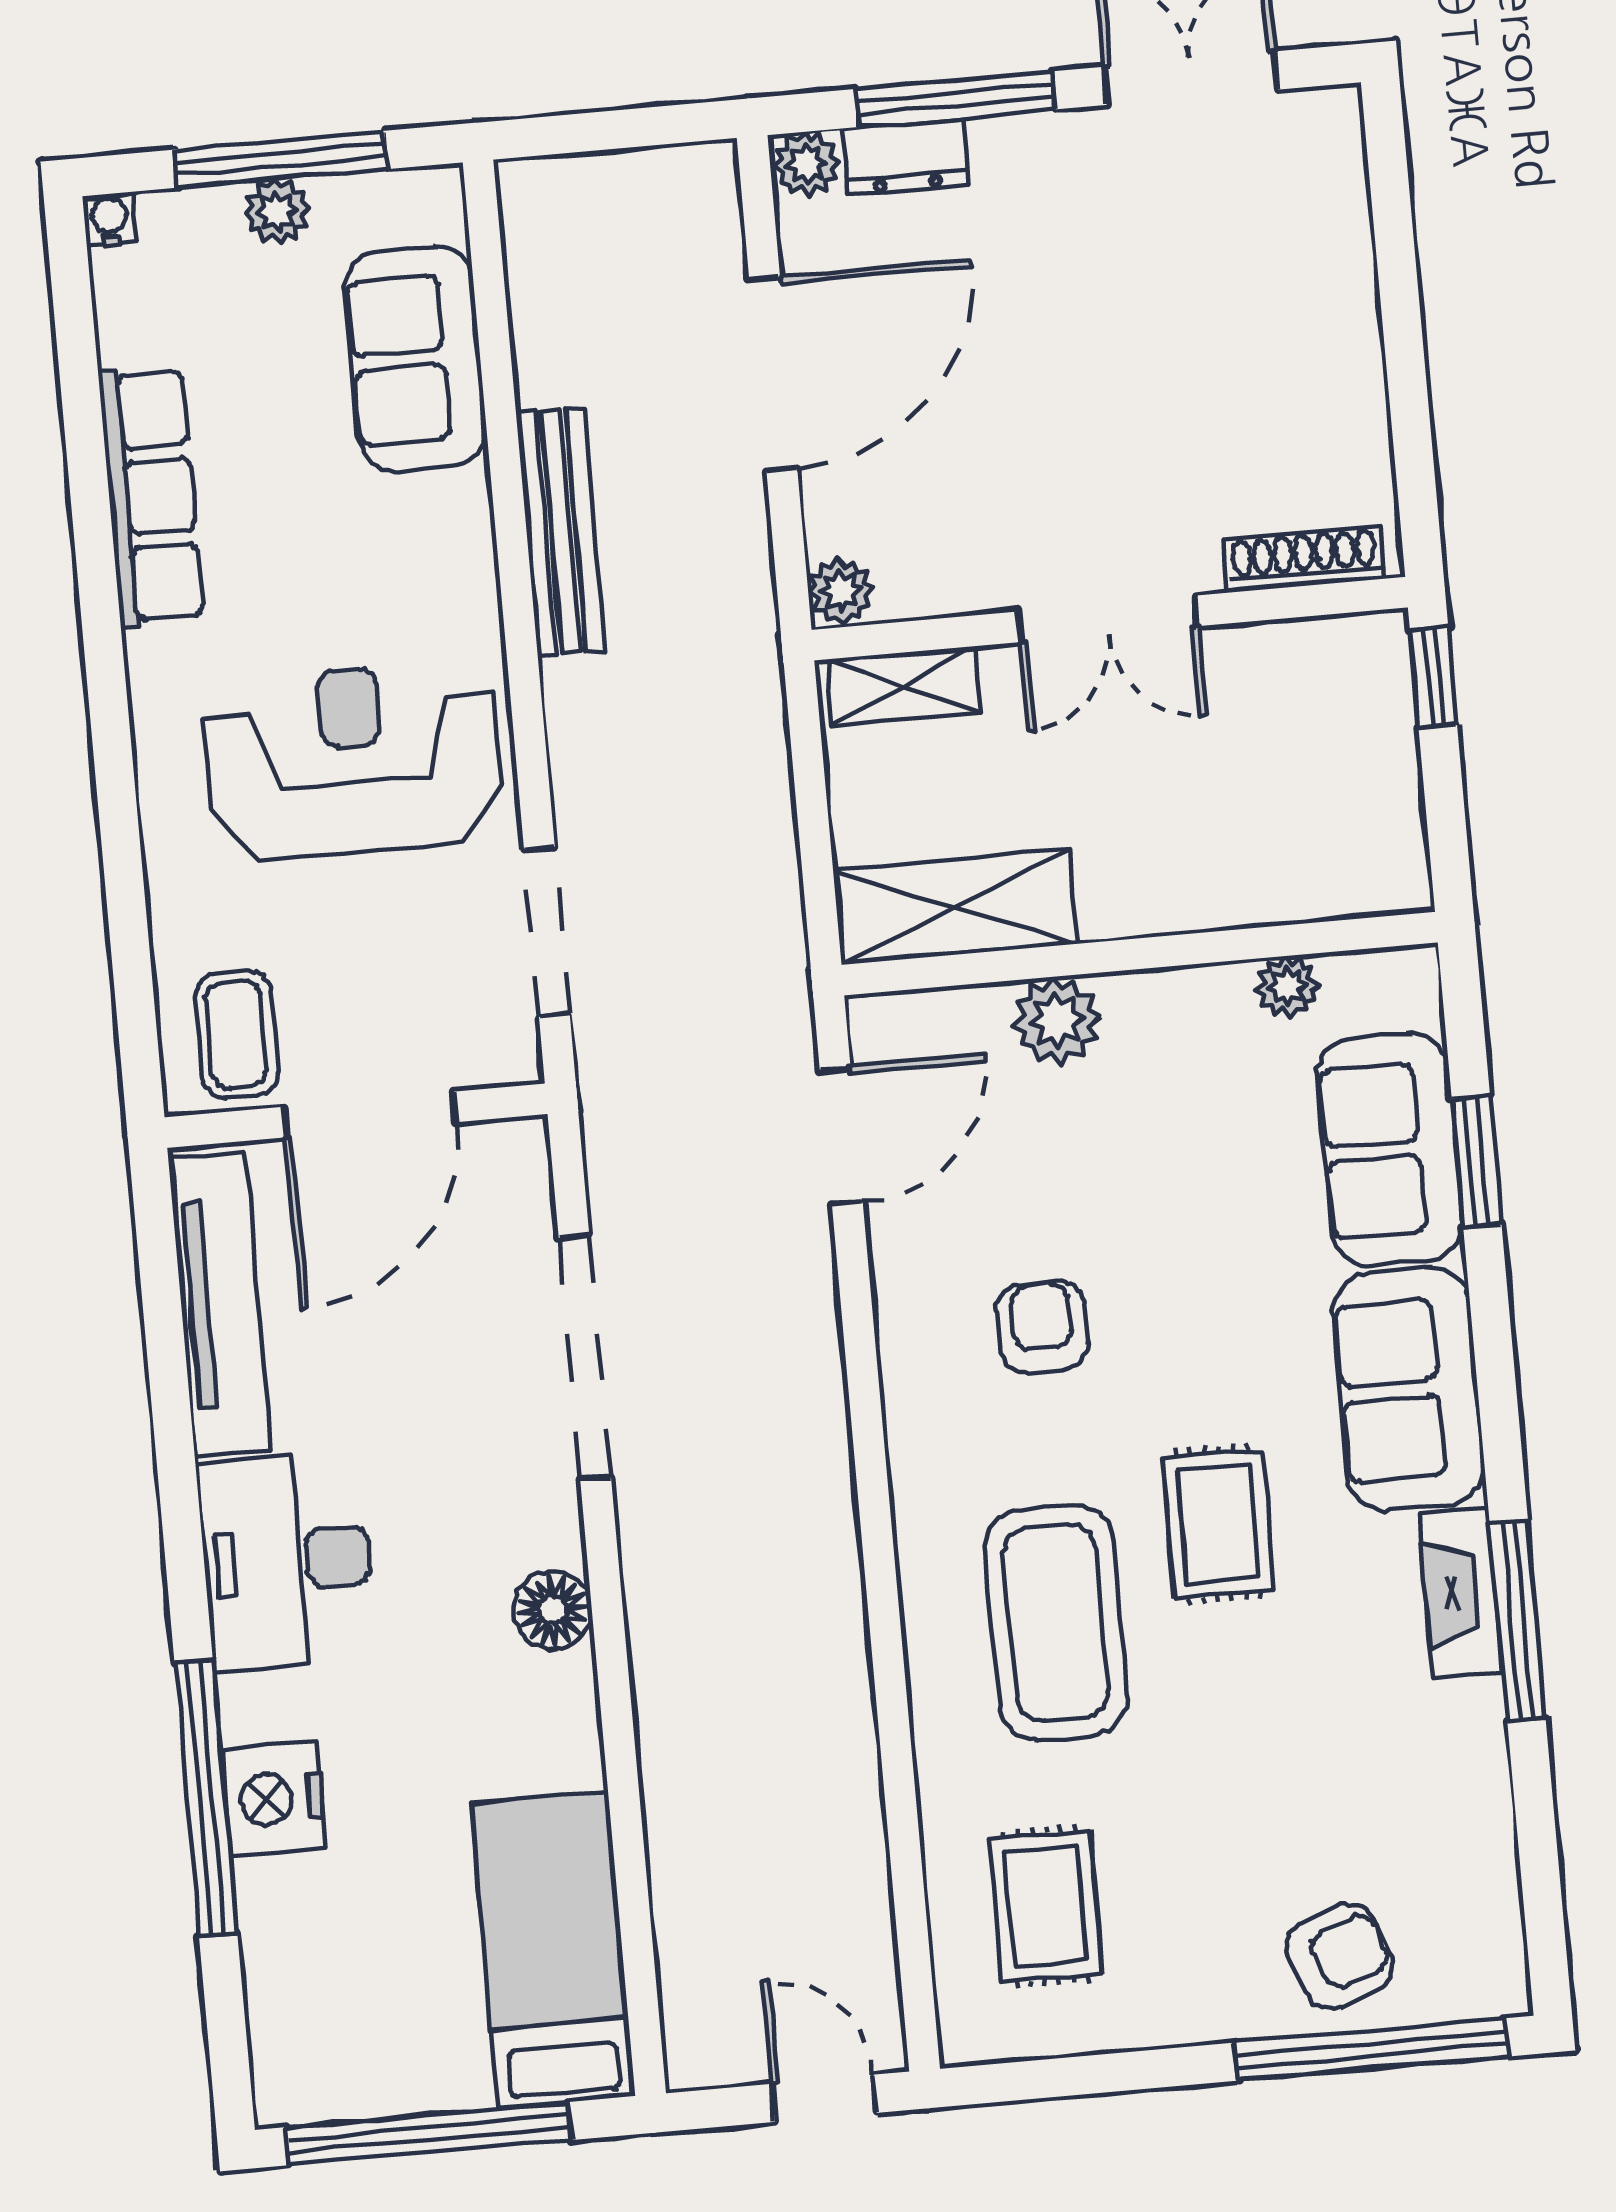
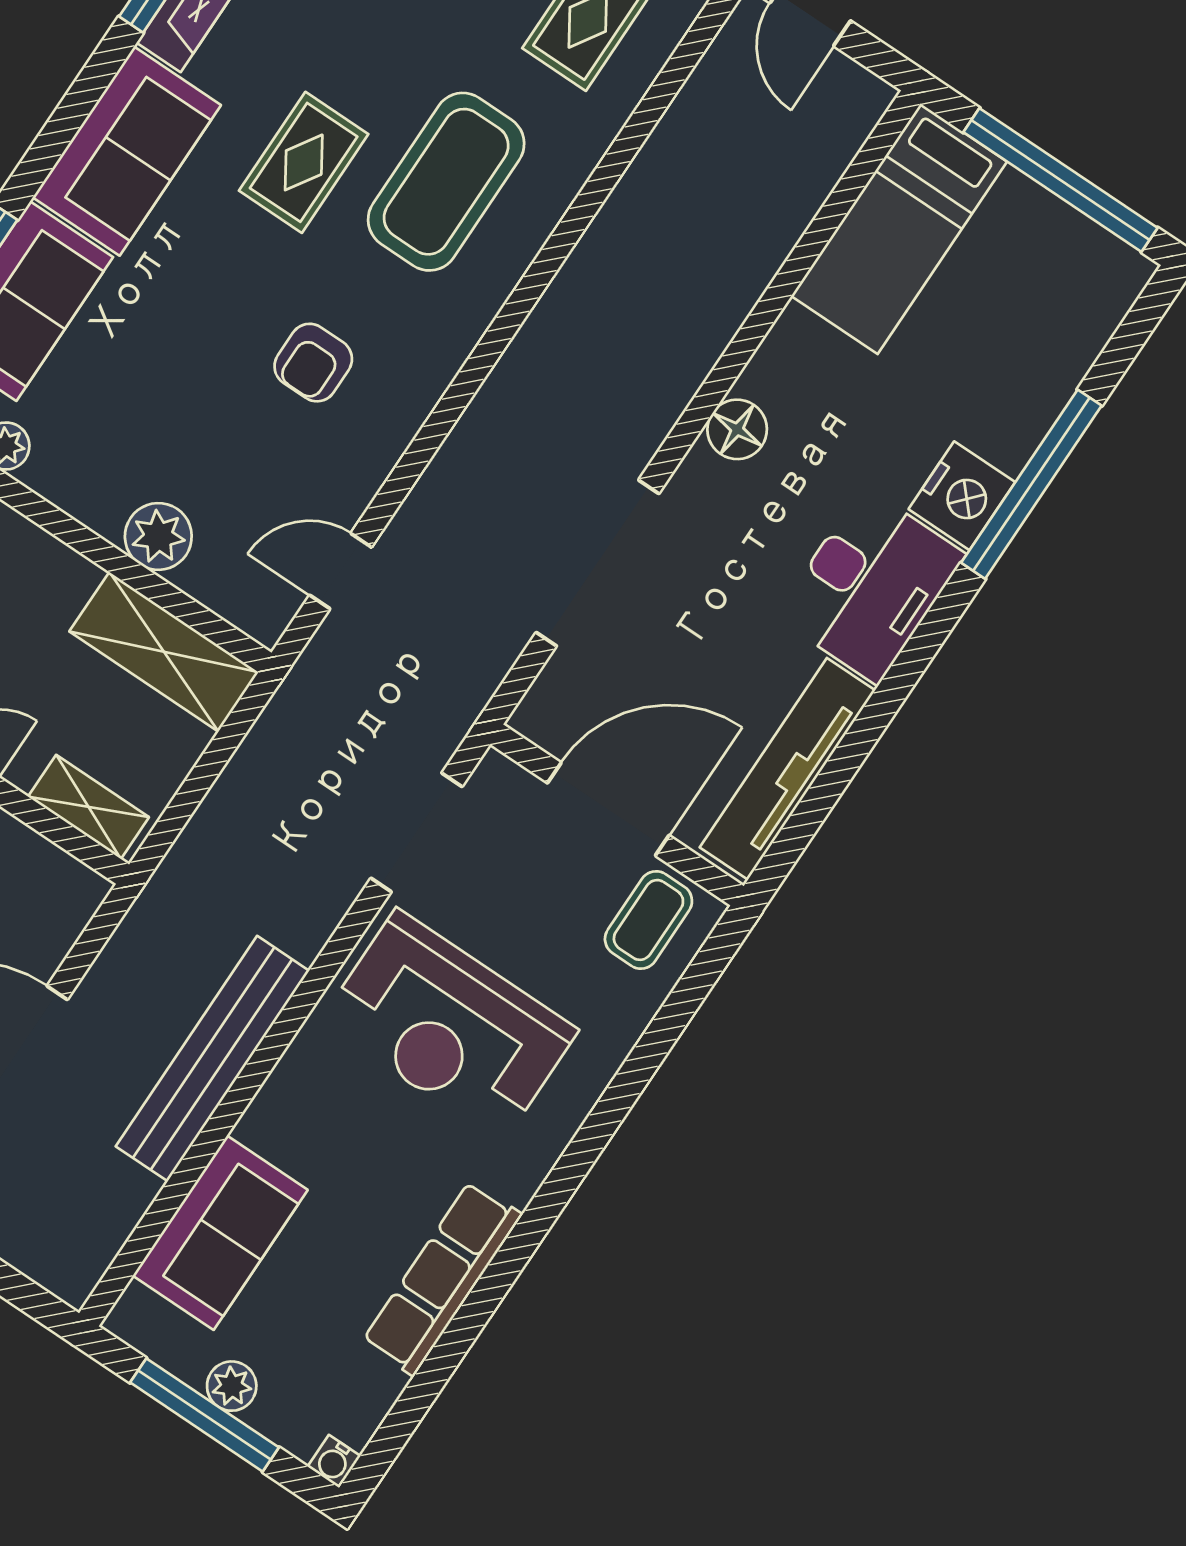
bench: (561, 532) -> (213, 1059), width x1.37, depth x1.21
plant: (840, 591) -> (80, 893), removed
door: (841, 1136) -> (340, 571), width x0.73
nightstand: (274, 1799) -> (962, 496), moved

